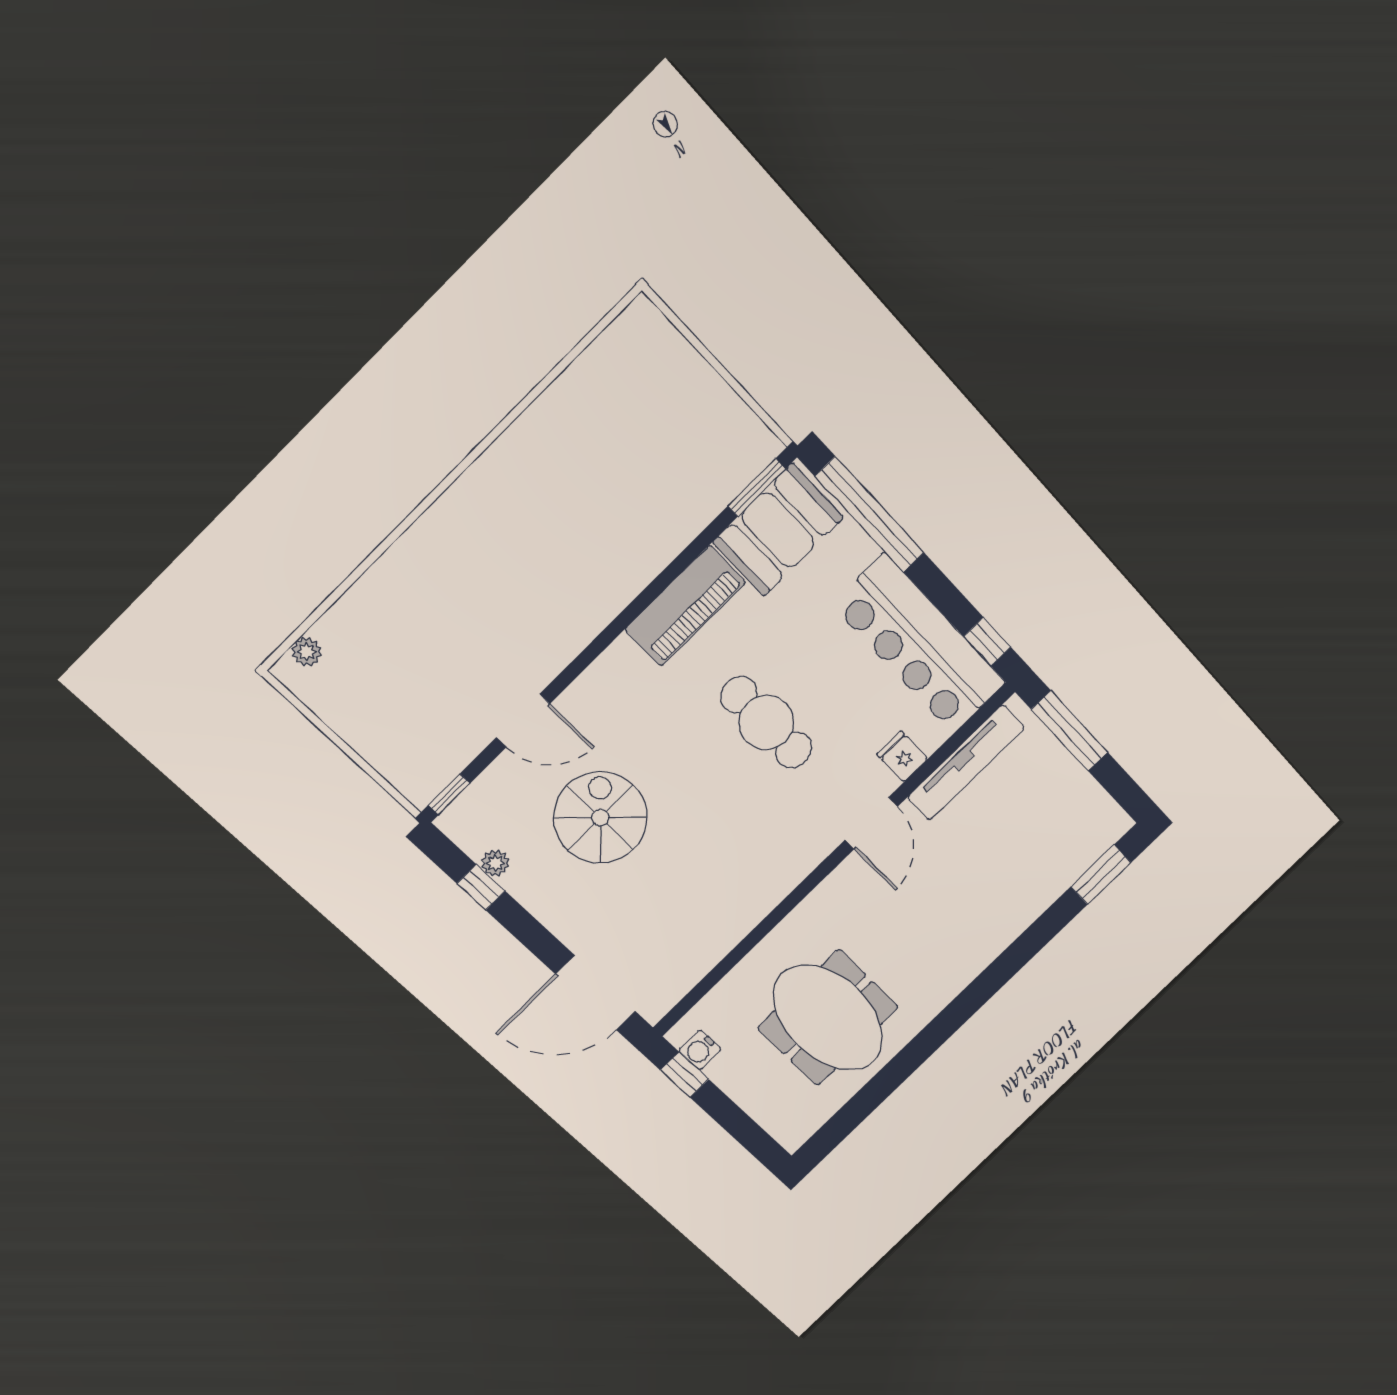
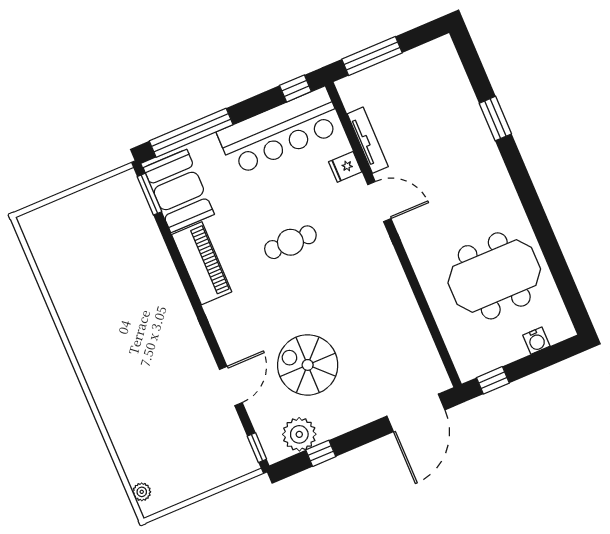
cafe table: (766, 722) -> (290, 242), width x0.73, depth x0.74
tv unit: (966, 763) -> (368, 140), width x0.73, depth x0.78
plant: (495, 863) -> (299, 434), width x1.87, depth x1.87
window: (1101, 875) -> (495, 119), moved
water cooler: (700, 1050) -> (536, 341), moved

